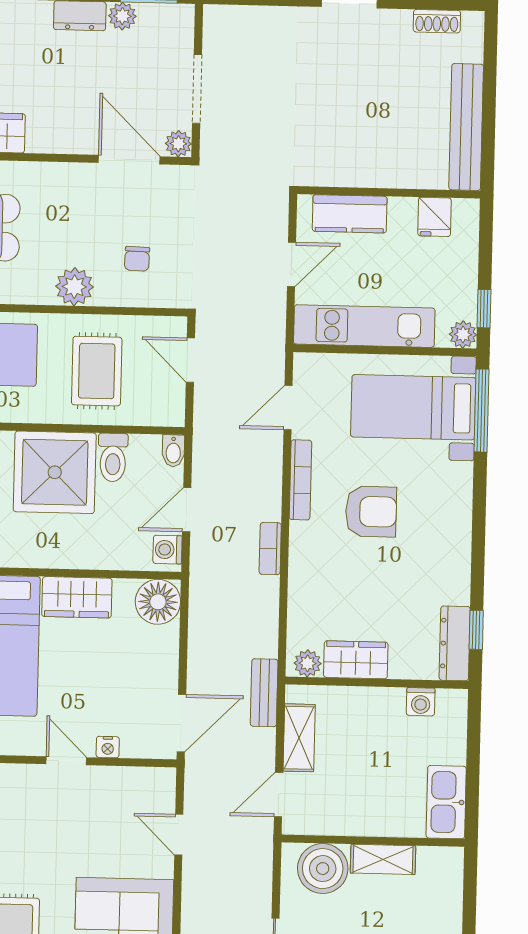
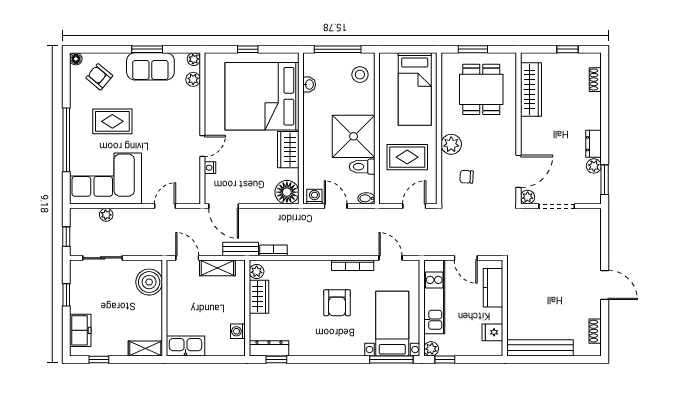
bookcase: (270, 549) -> (273, 250), moved
shelving: (383, 859) -> (145, 348), moved, turned 90

